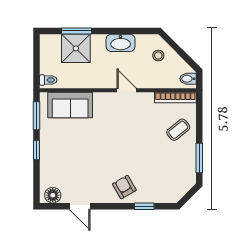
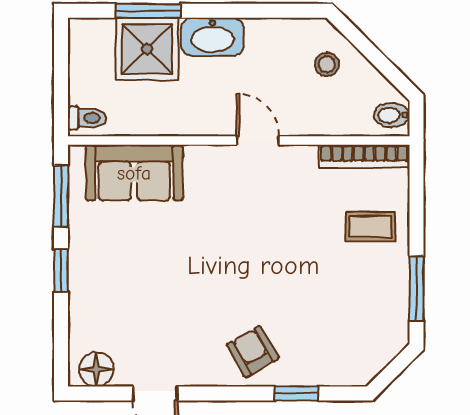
washbasin: (121, 43) -> (212, 37), moved
coffee table: (178, 130) -> (370, 227), turned 39

